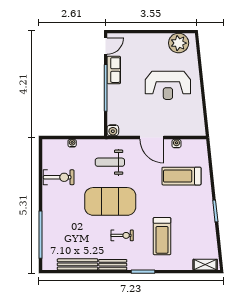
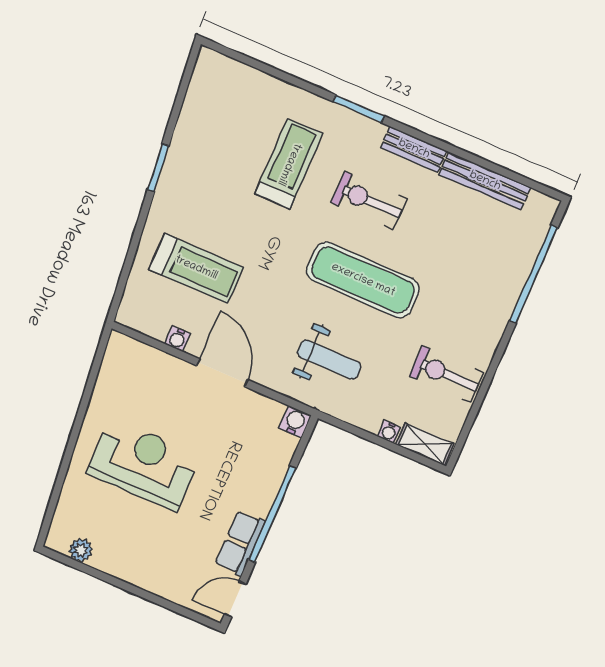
plant: (179, 43) -> (81, 550), width x0.53, depth x0.53
exercise mat: (110, 201) -> (363, 280), width x0.68
exercise bike: (122, 235) -> (369, 200), width x1.38, depth x1.39
shelving: (205, 265) -> (425, 444), moved

